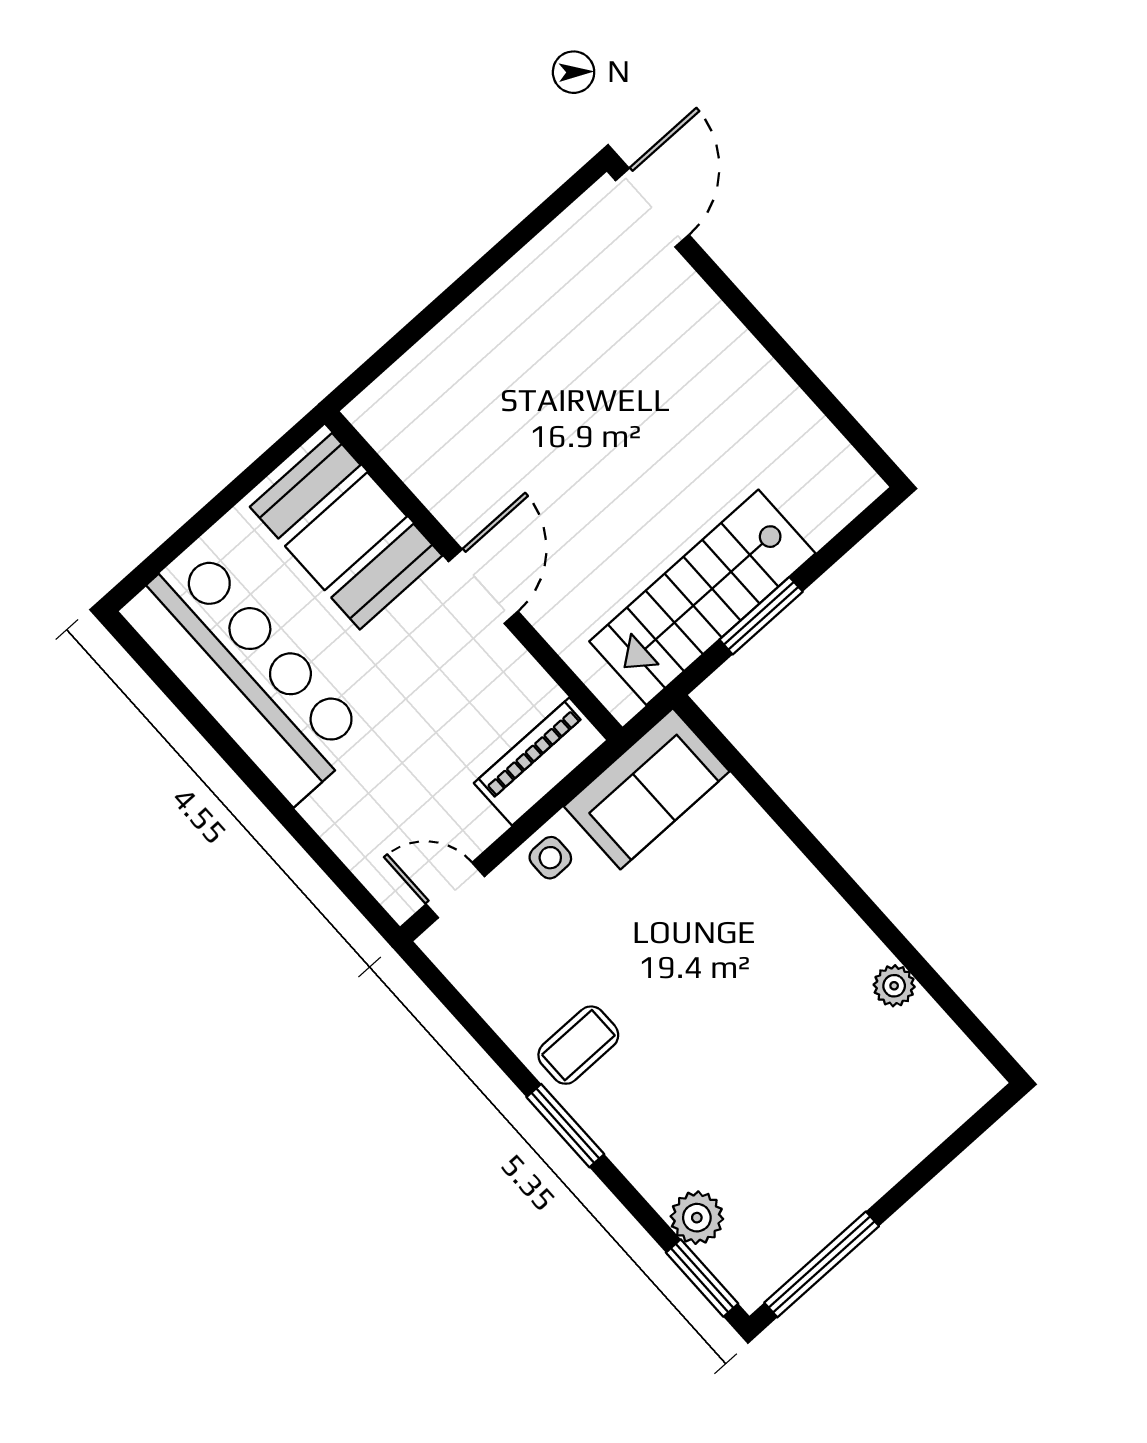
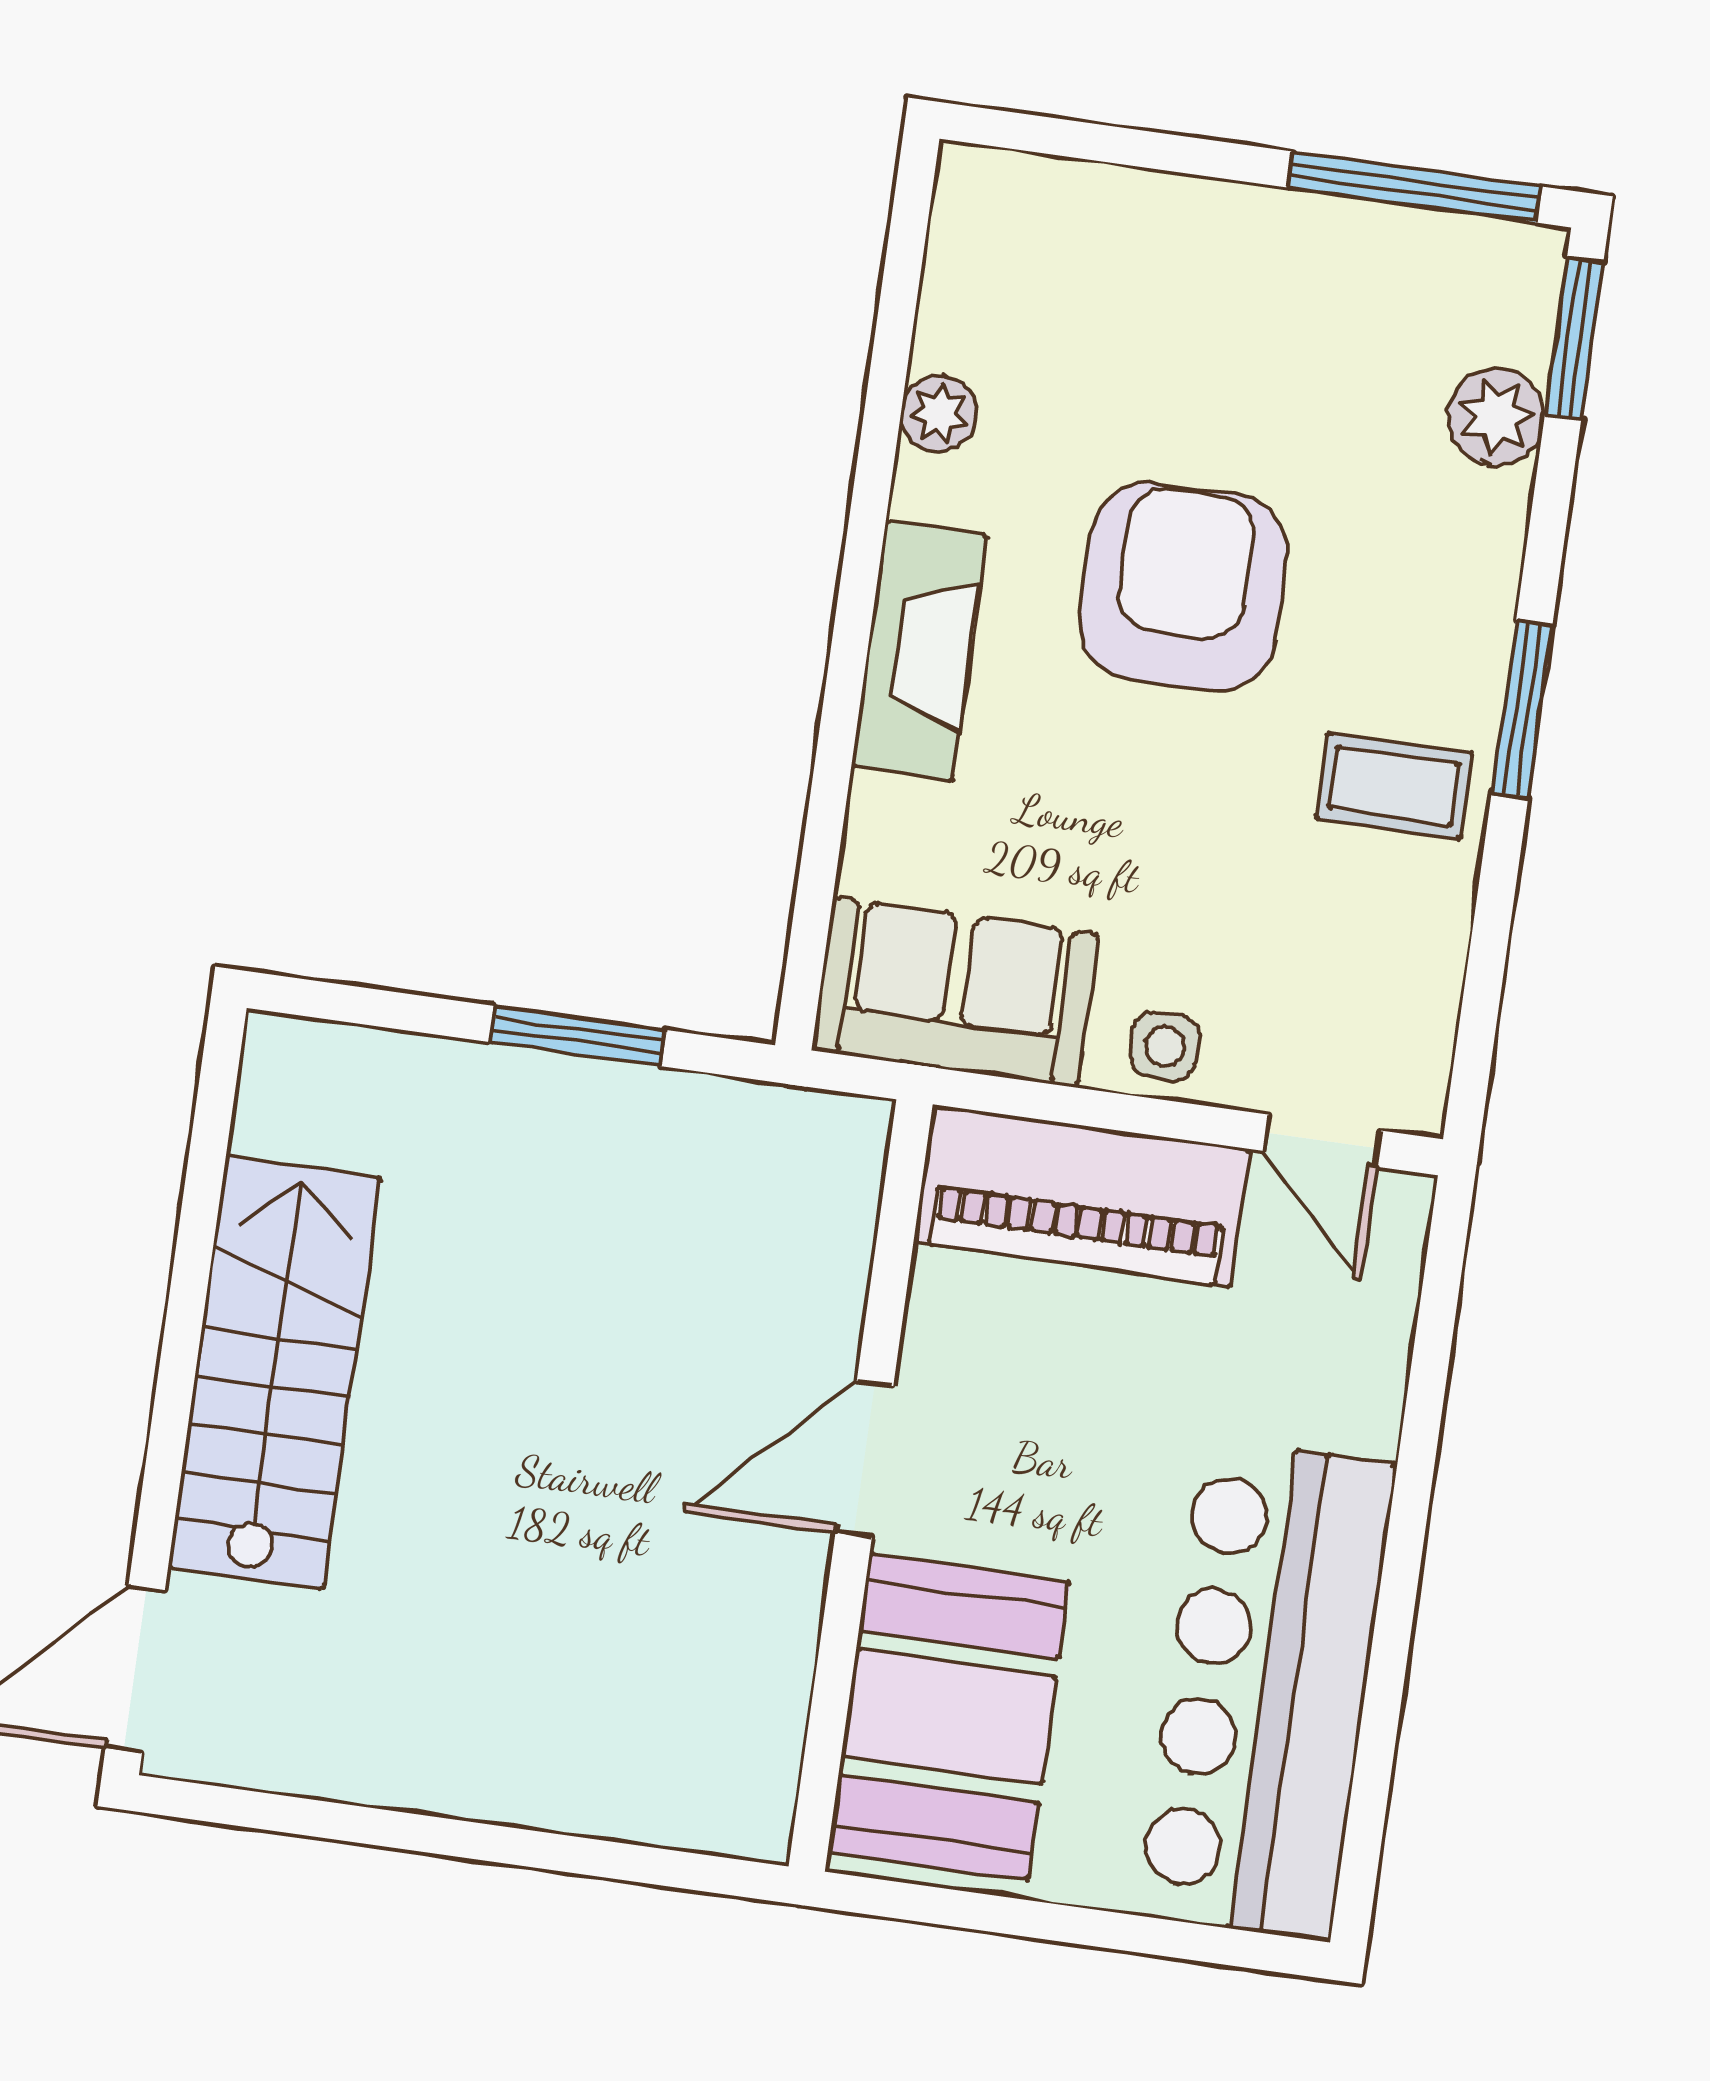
stairs: (702, 597) -> (275, 1372), moved, turned -90
piano: (541, 762) -> (1082, 1196), width x1.37, depth x1.33
fireplace: (802, 894) -> (919, 651), added
armchair: (736, 1027) -> (1183, 587), added

